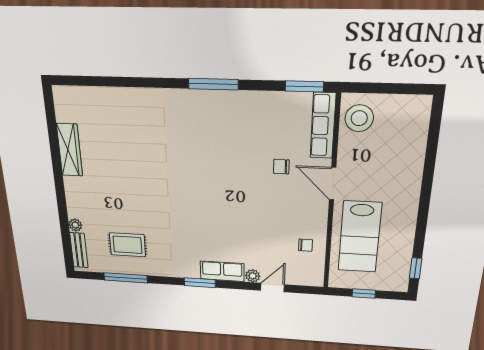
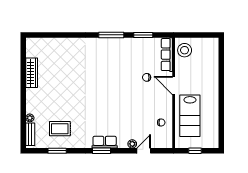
window: (304, 86) -> (143, 35), moved
window: (416, 268) -> (221, 133), removed
row of seats: (222, 271) -> (105, 142), moved
window: (126, 278) -> (57, 151), width x0.69

